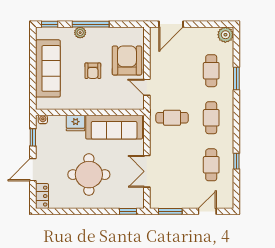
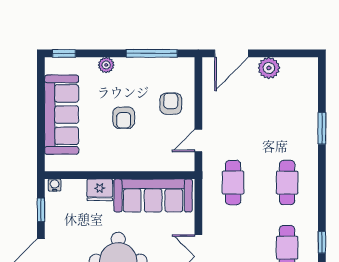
window: (91, 24) -> (152, 53), moved
plant: (225, 35) -> (269, 68), moved
armchair: (127, 61) -> (171, 104), width x0.53, depth x0.53
cafe table: (211, 71) -> (287, 118), removed
door: (147, 87) -> (198, 141), hinge flipped
cafe table: (172, 118) -> (233, 183), turned 90

